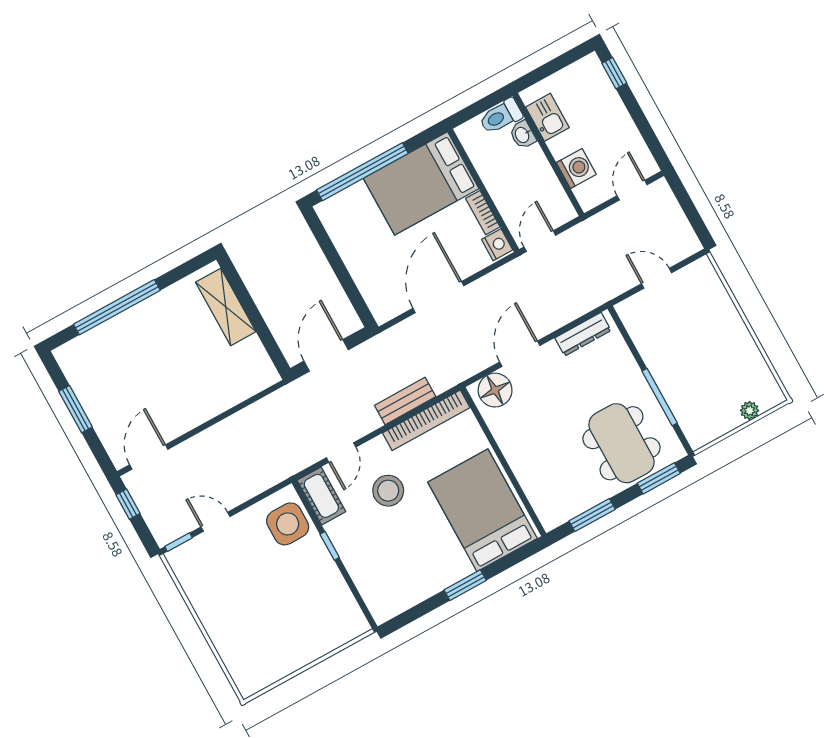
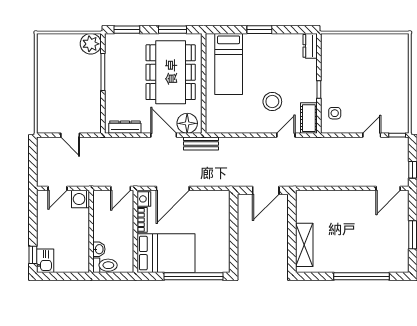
kitchen sink: (547, 117) -> (45, 261), moved, turned 180
washing machine: (576, 169) -> (80, 199), moved
door: (438, 297) -> (173, 188), moved
door: (520, 354) -> (164, 135), swing flipped
bench: (405, 401) -> (201, 144), moved
plant: (750, 411) -> (91, 44), moved, width x1.88, depth x1.88
bookcase: (426, 420) -> (232, 127), removed
dining table: (621, 443) -> (171, 72), moved, width x1.36, depth x1.24
bed: (482, 510) -> (229, 64), width x0.67
door: (216, 522) -> (372, 135), swing flipped
side table: (288, 524) -> (335, 113), width x0.54, depth x0.54
dresser: (378, 602) -> (310, 46), added

